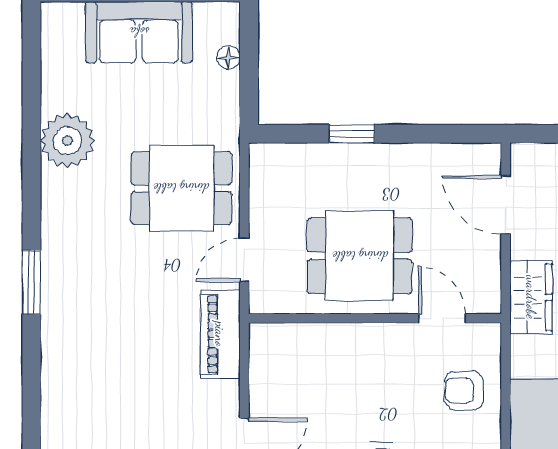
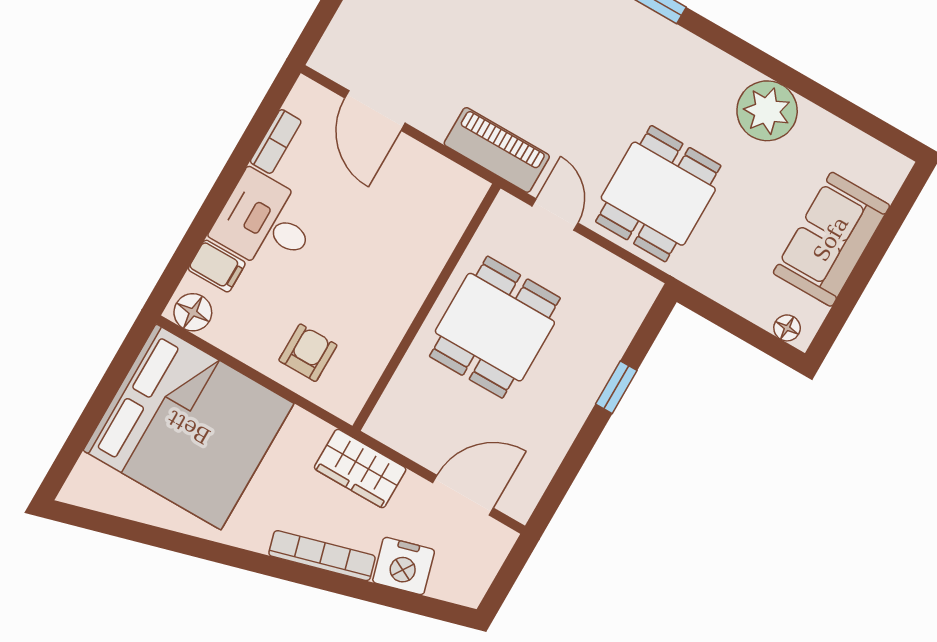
floor lamp: (228, 58) -> (787, 328), moved
door: (442, 318) -> (389, 372), removed

